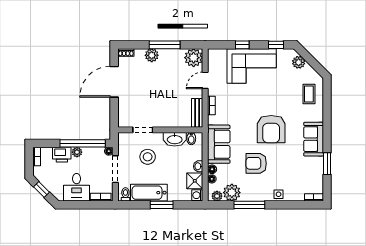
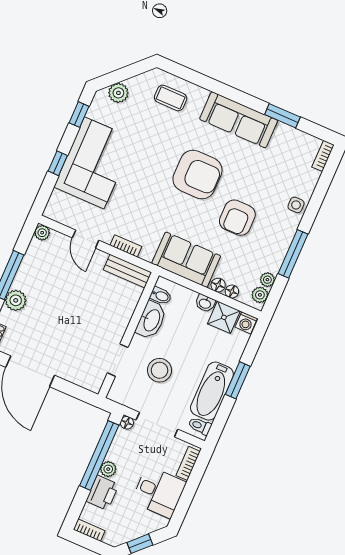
plant: (194, 58) -> (42, 233), width x0.53, depth x0.53
sofa: (314, 139) -> (239, 120), width x1.36
plant: (232, 193) -> (267, 280), width x0.53, depth x0.53

